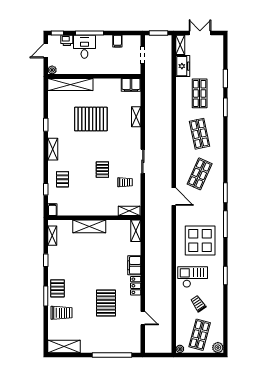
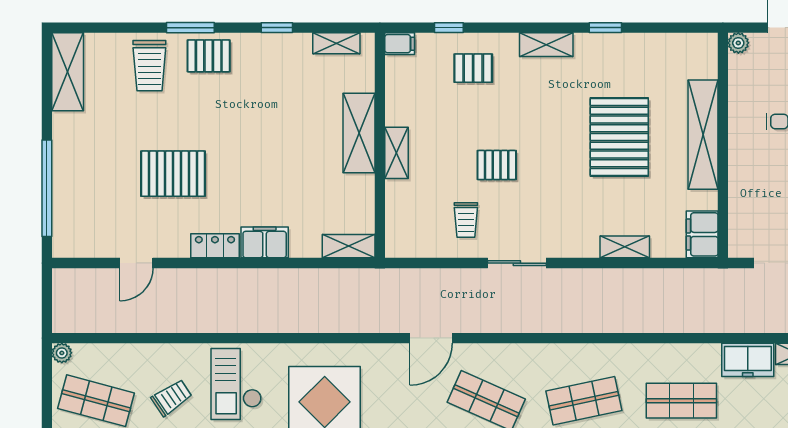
shelving: (70, 85) -> (703, 135), moved
shelving: (129, 211) -> (397, 153), moved
checkout: (193, 277) -> (236, 384), turned 180

